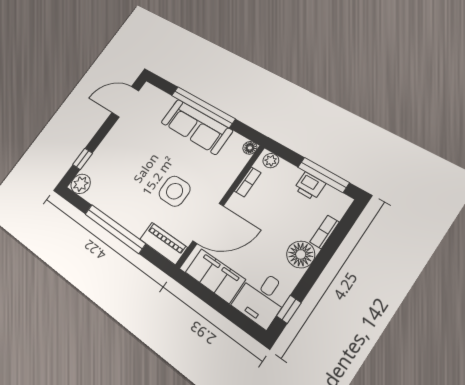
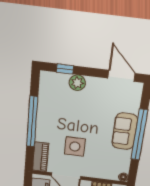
sofa: (196, 127) -> (125, 131), width x0.73
plant: (81, 184) -> (77, 83), moved

